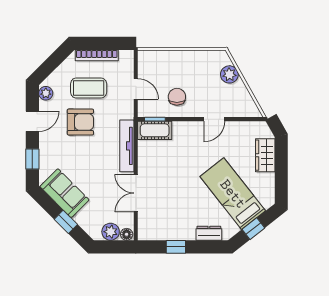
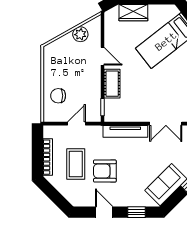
plant: (229, 74) -> (80, 34), moved
plant: (46, 93) -> (80, 201), removed
chair: (177, 97) -> (58, 96), moved
armchair: (80, 122) -> (105, 171), turned -90
cot: (155, 130) -> (112, 84), moved

